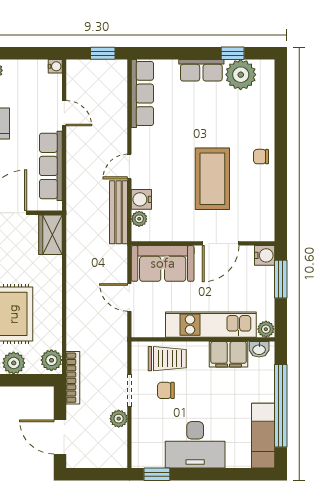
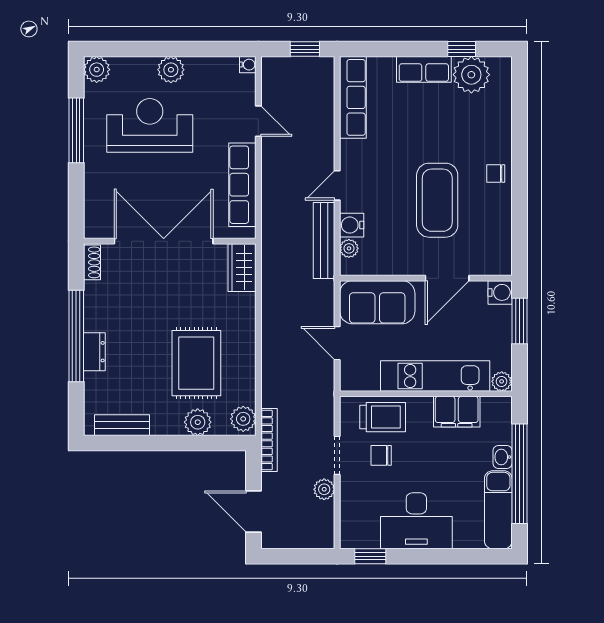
washbasin: (259, 349) -> (503, 457), moved, turned 90

